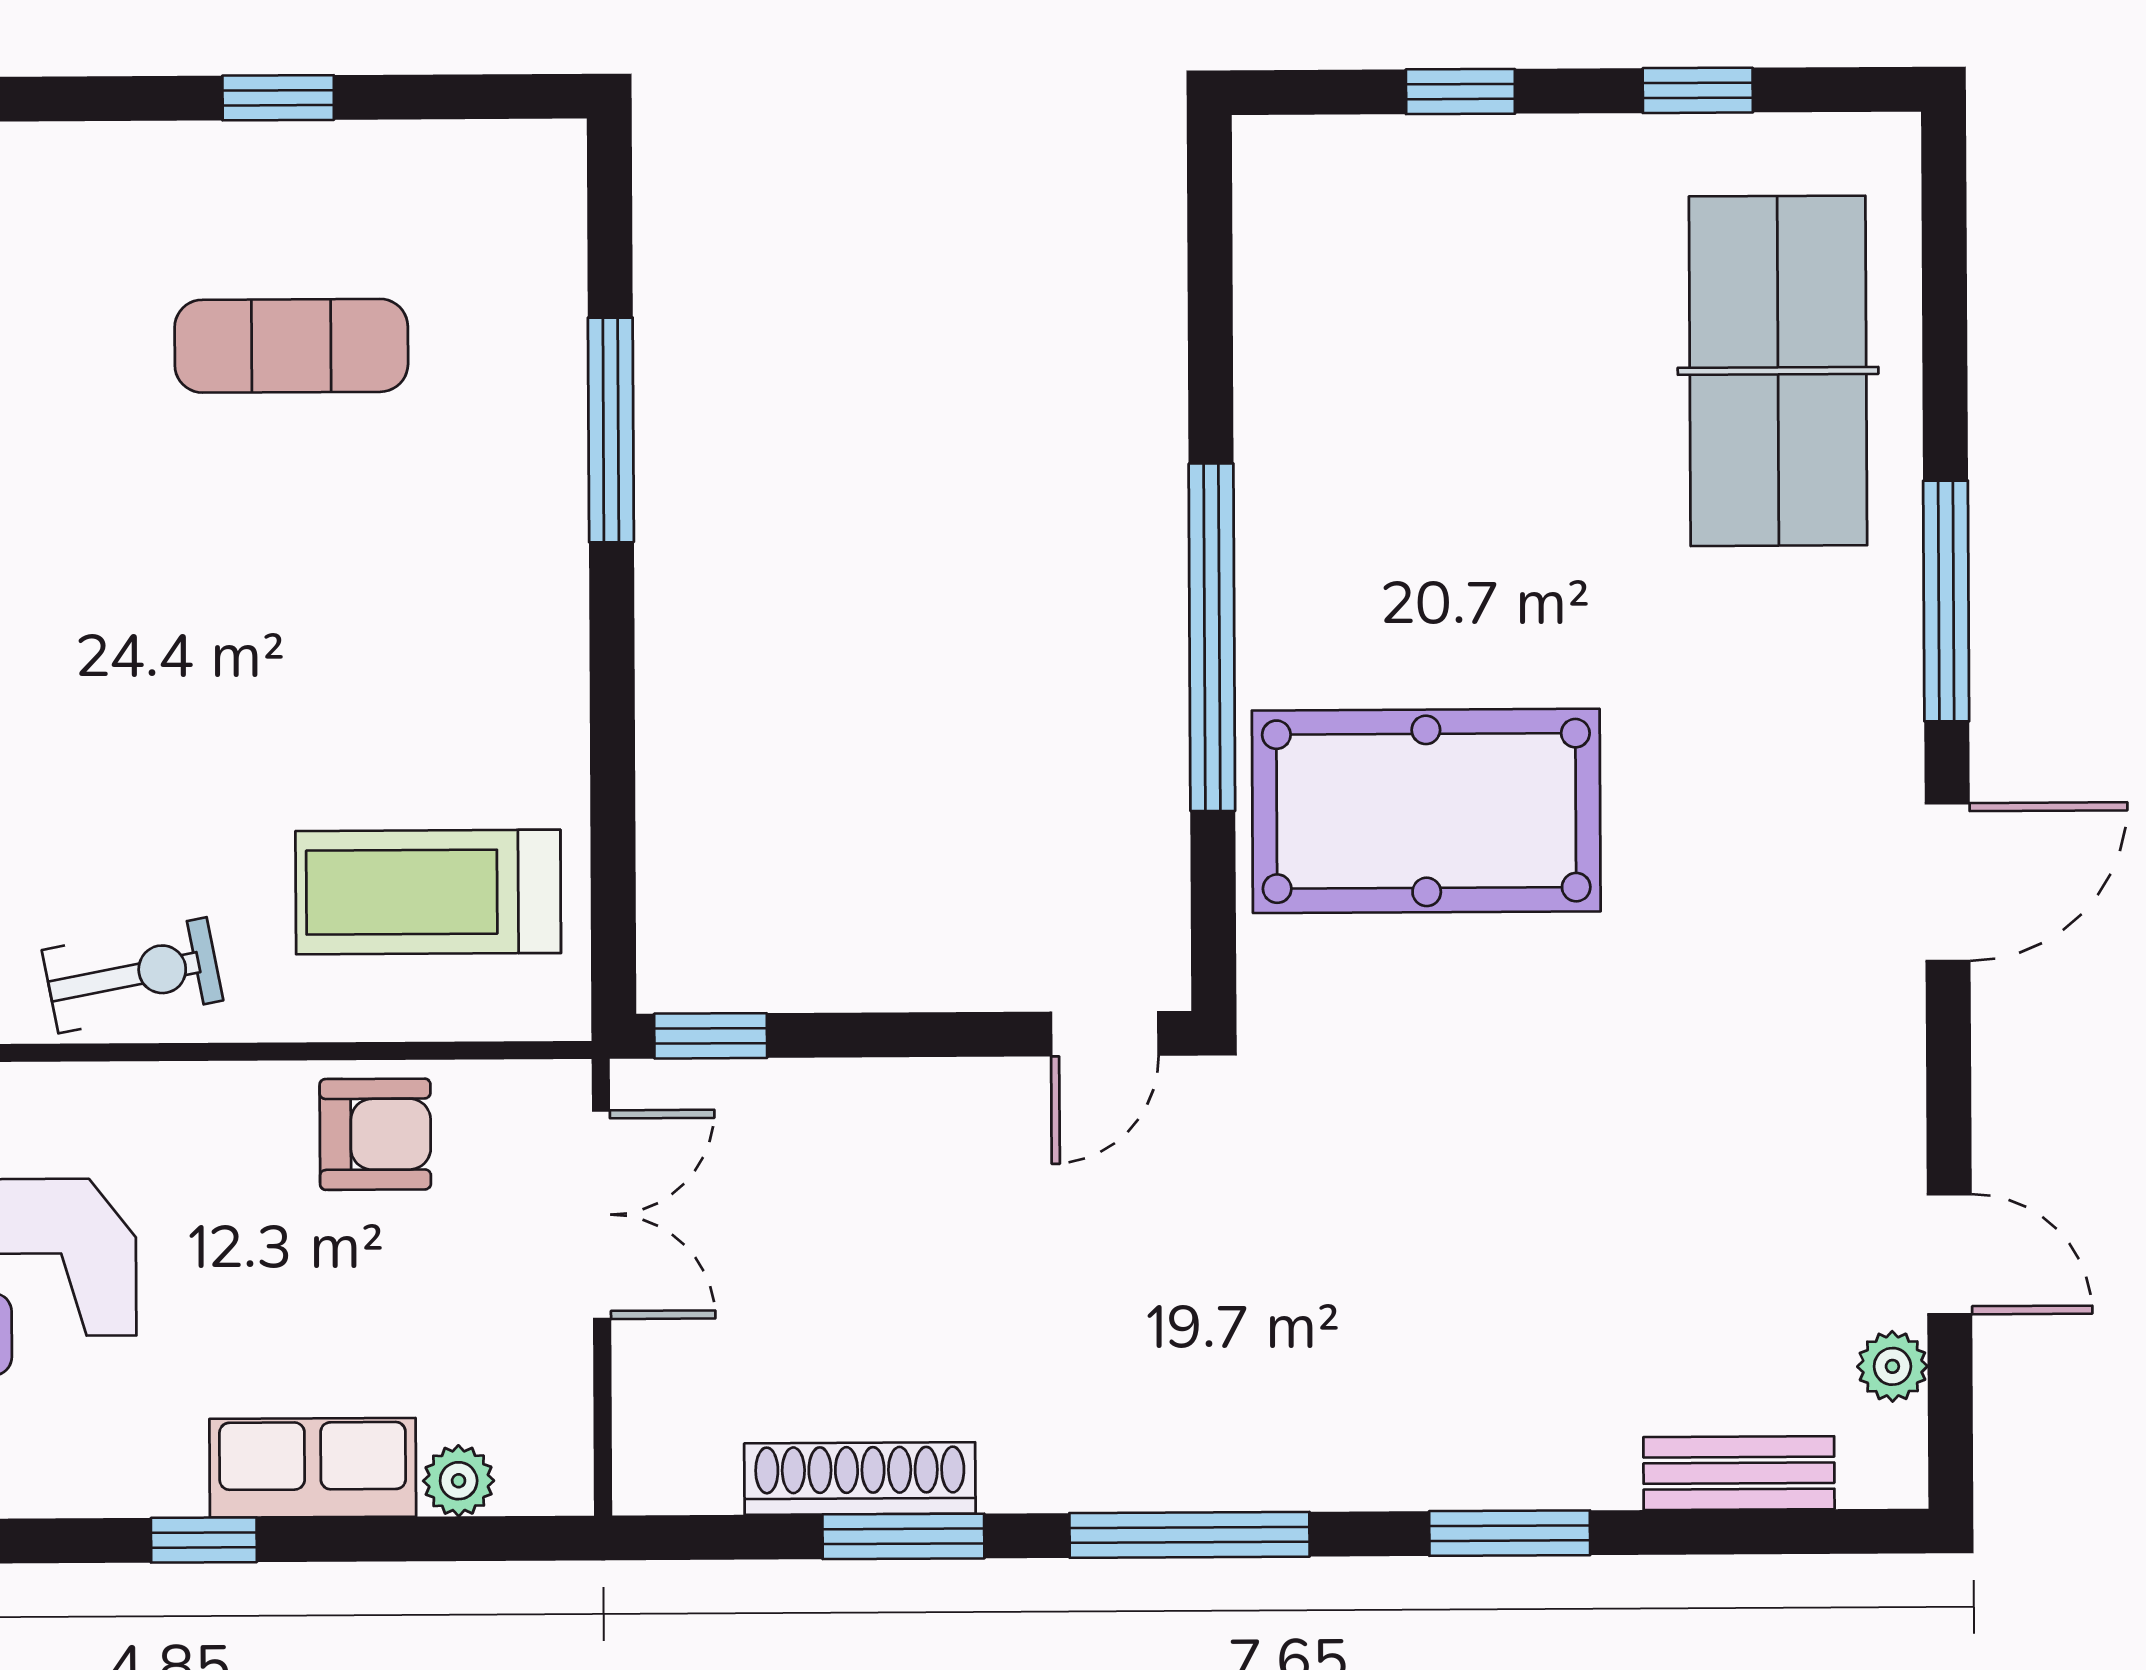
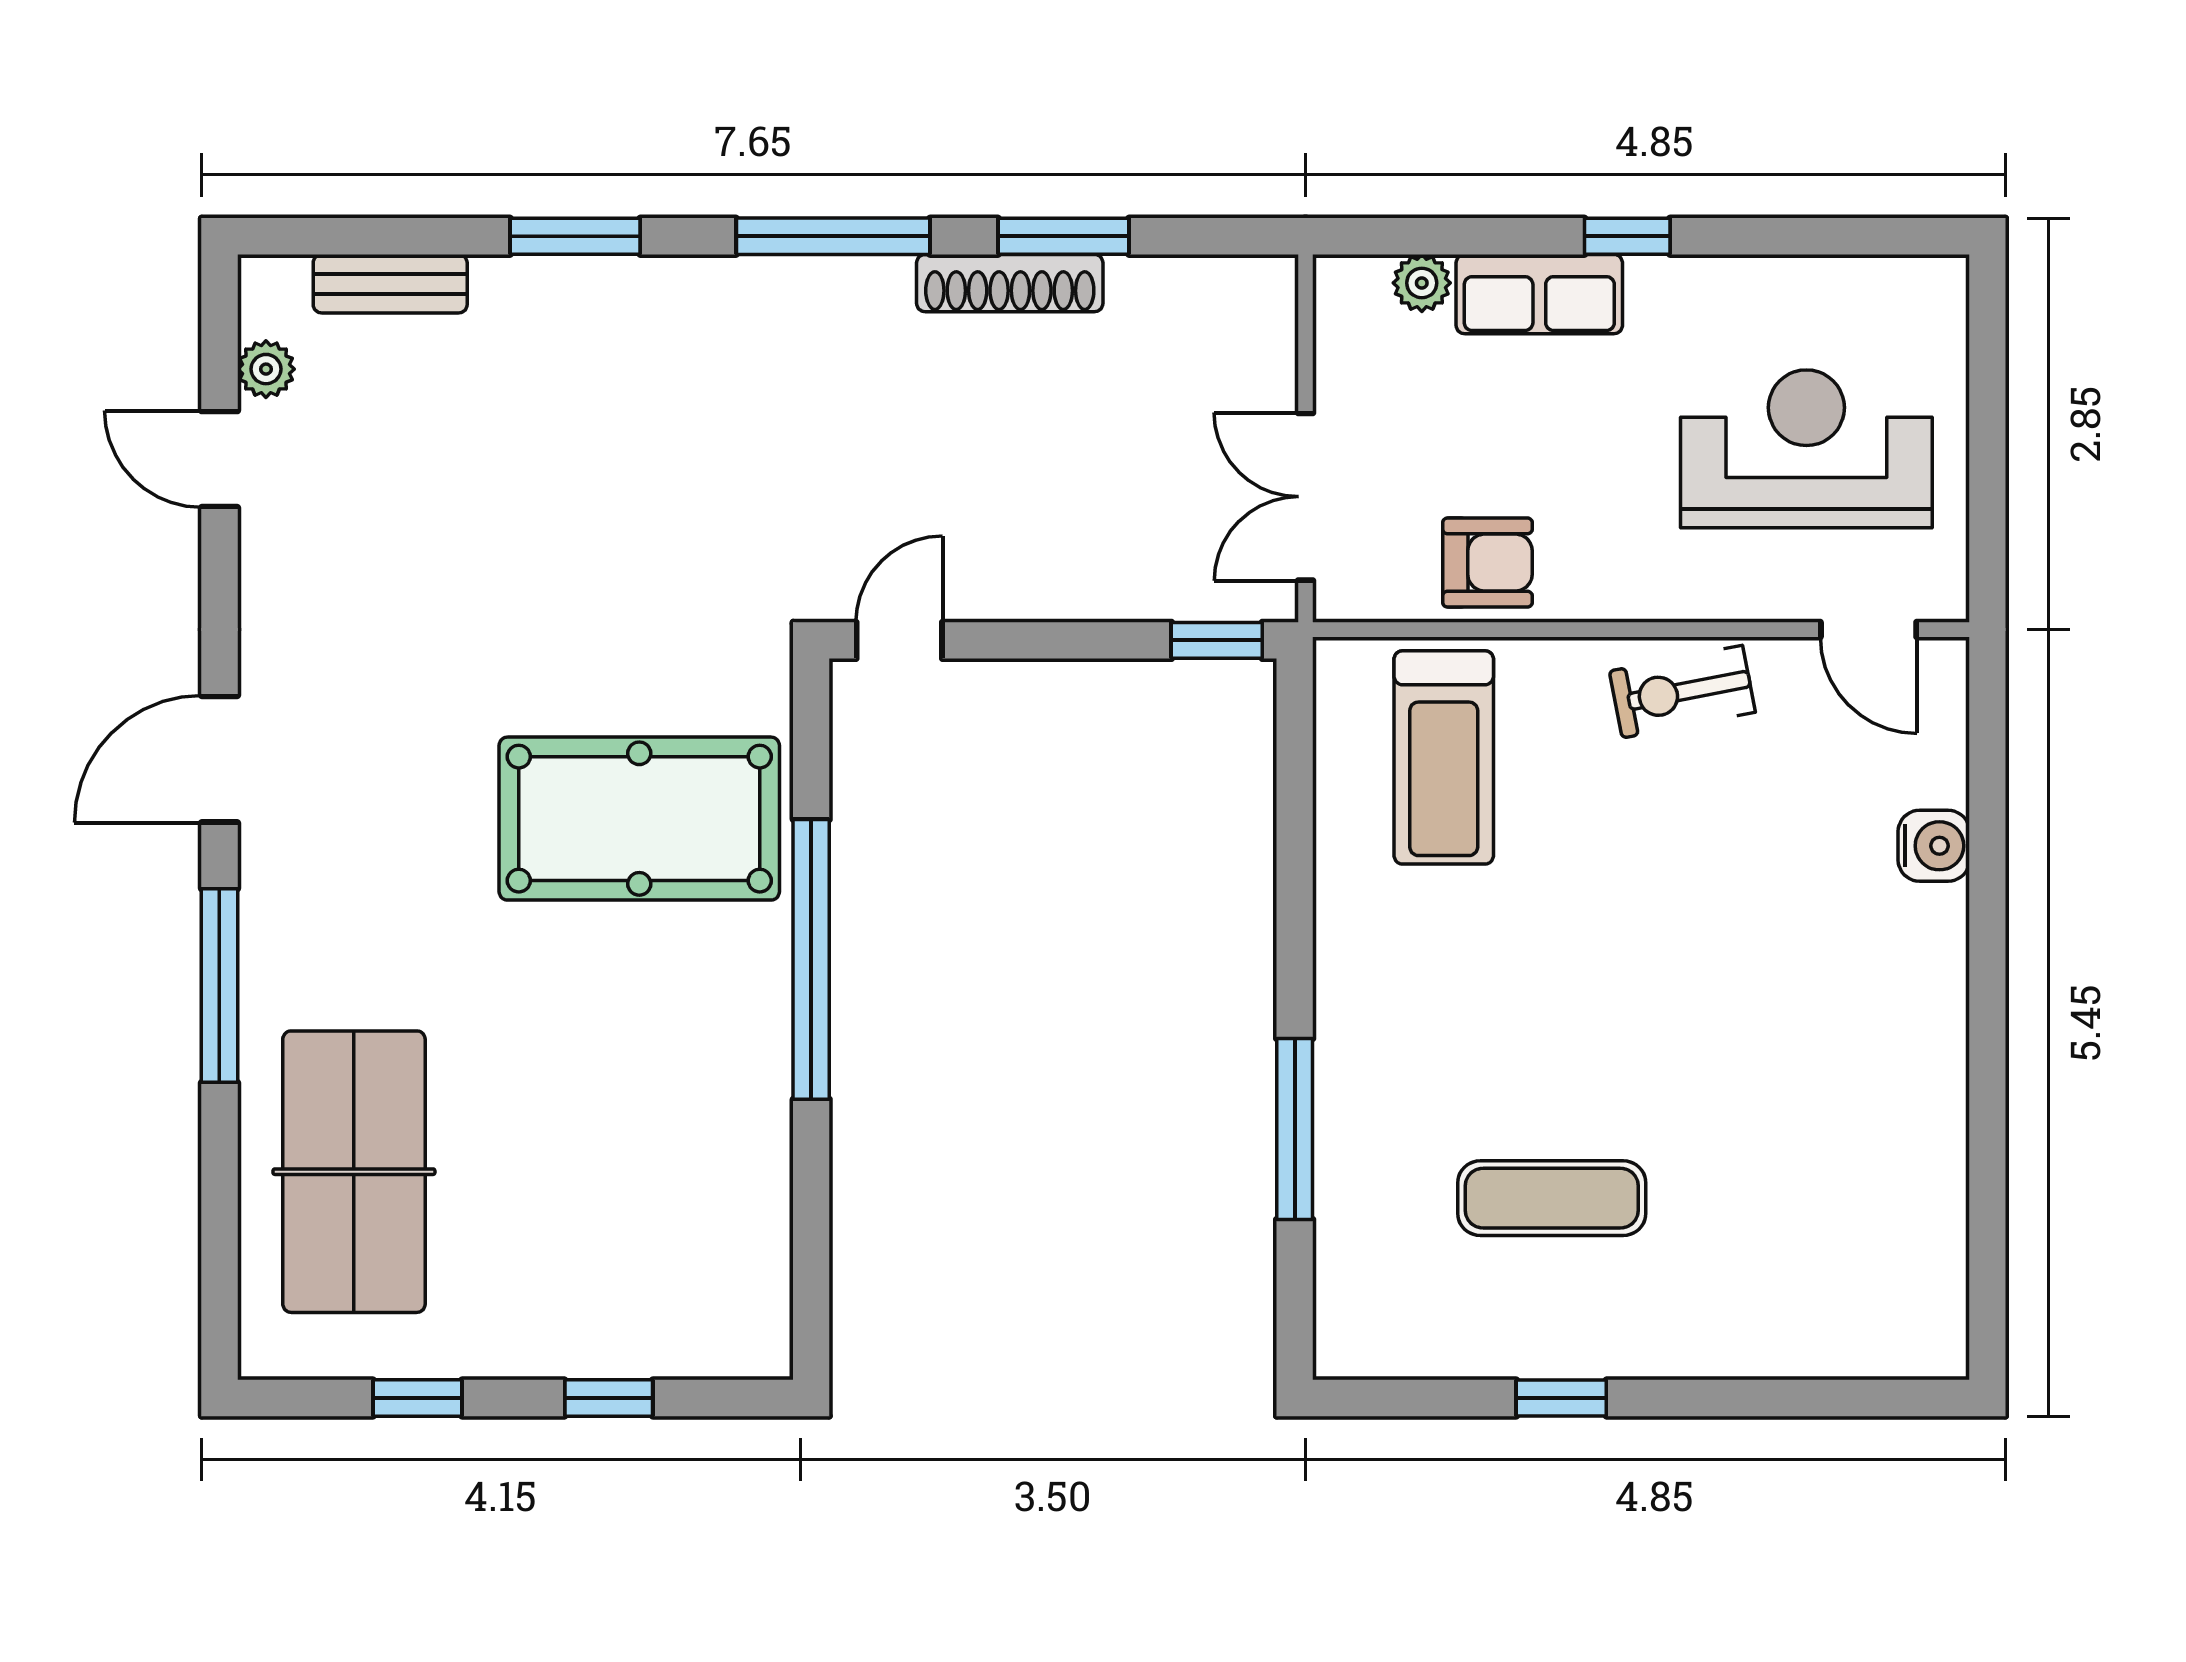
treadmill: (428, 892) -> (1444, 757), turned 90
armchair: (375, 1134) -> (1487, 563), turned 180
shoe rack: (860, 1479) -> (1010, 283), moved

